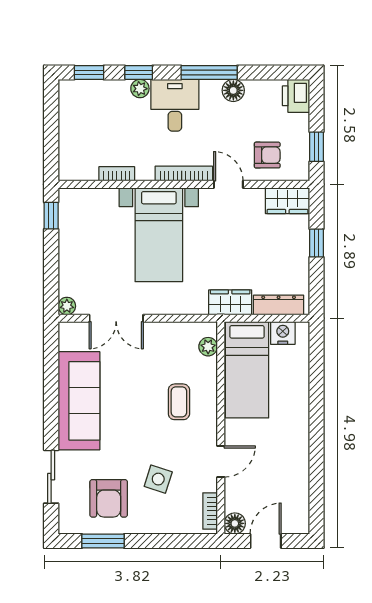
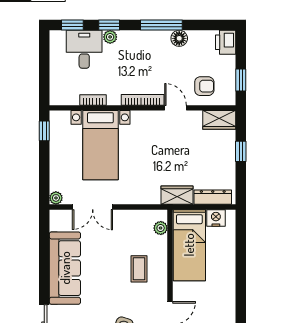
desk: (175, 105) -> (84, 49), moved
bed with nightstands: (159, 235) -> (100, 145), moved

